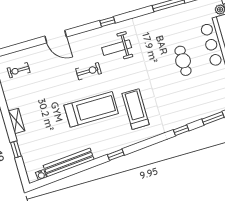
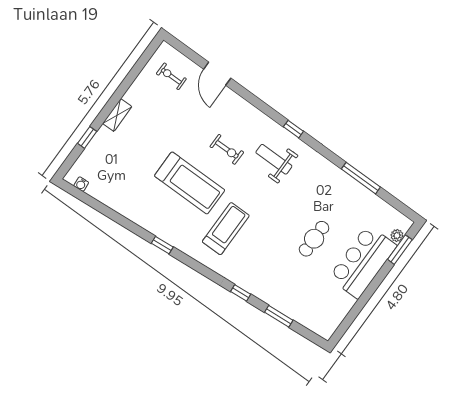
door: (56, 37) -> (217, 74), moved
bench: (69, 163) -> (116, 203), removed

